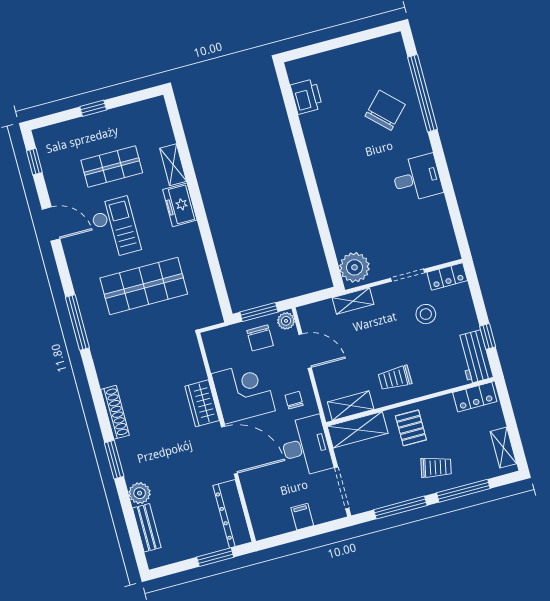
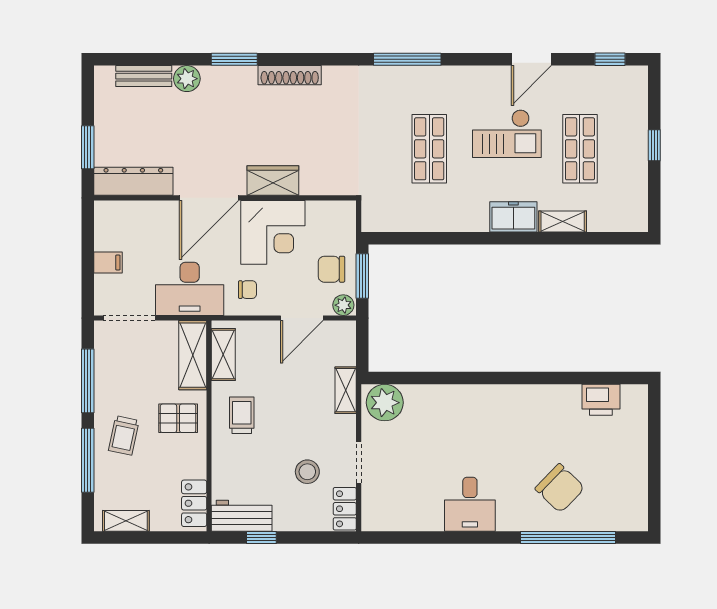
shop shelf: (144, 286) -> (429, 149), width x0.70, depth x0.74

